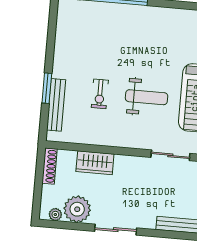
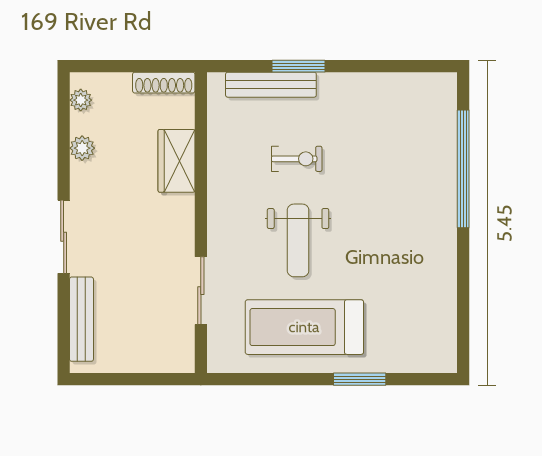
exercise bike: (100, 94) -> (297, 159), turned 180
plant: (77, 209) -> (82, 148), width x0.53, depth x0.53
sliding door: (116, 230) -> (64, 237), moved

